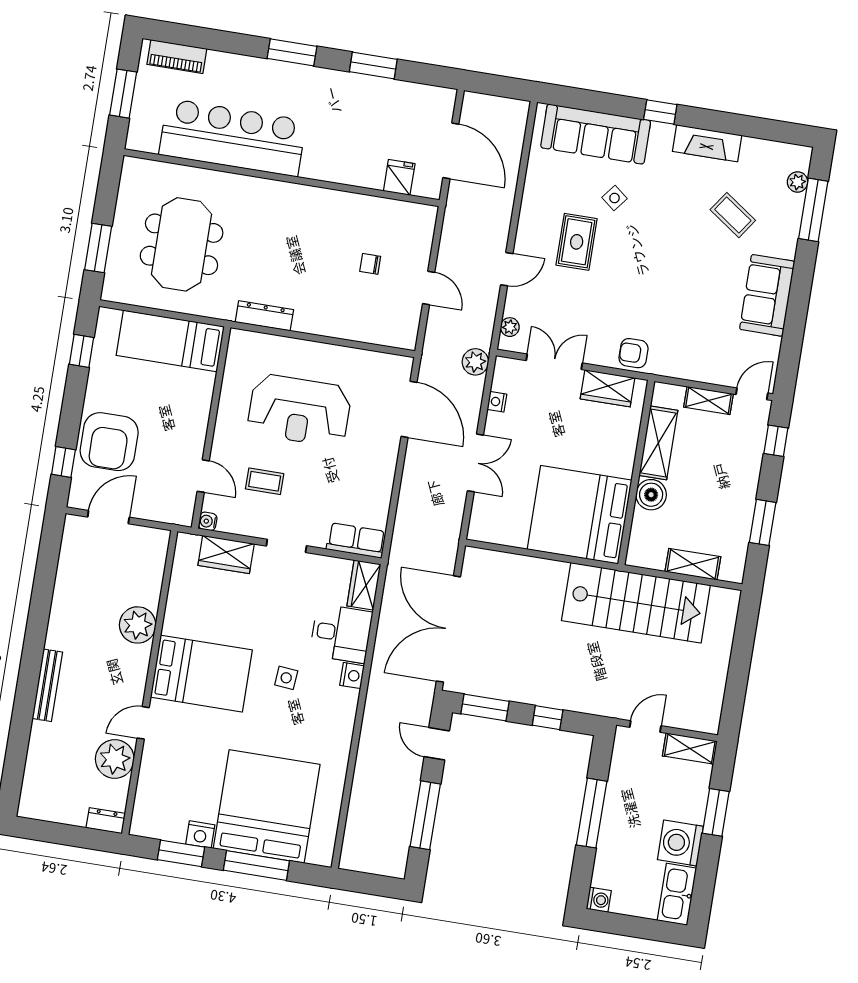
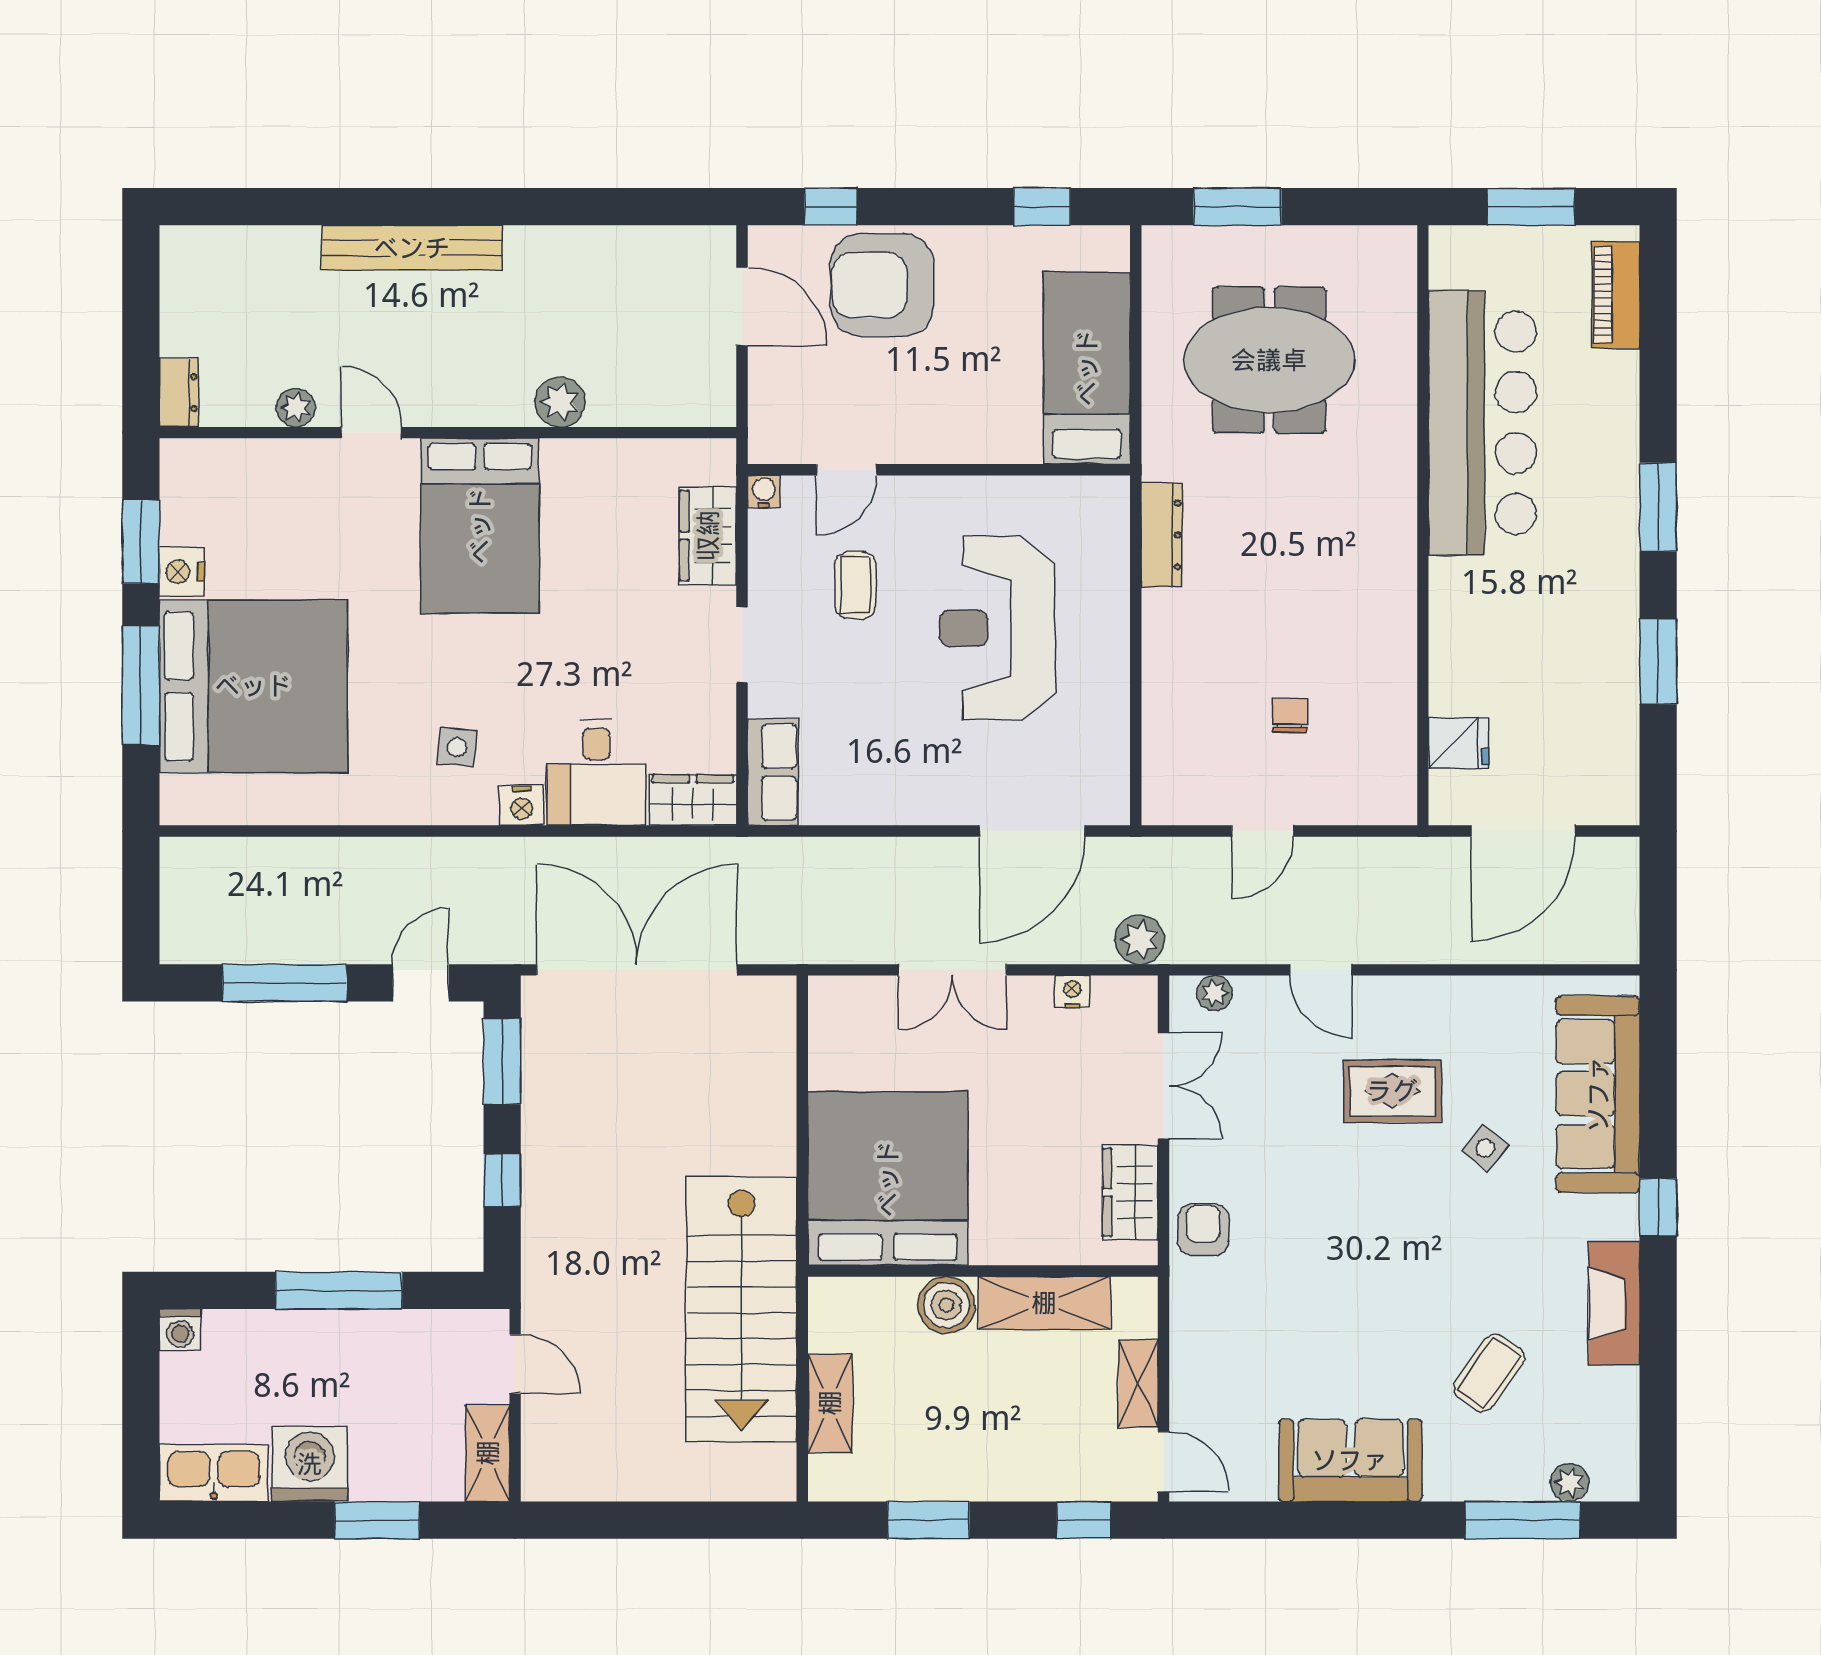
plant: (138, 625) -> (560, 402), width x0.73, depth x0.73
side table: (286, 678) -> (457, 747), moved
bench: (47, 685) -> (412, 248), width x1.37, depth x1.21
plant: (115, 759) -> (296, 408), width x0.53, depth x0.53

